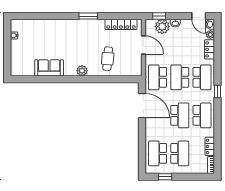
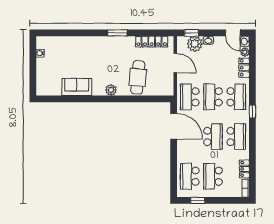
cafe table: (108, 59) -> (138, 77), width x1.37, depth x1.35
school desk: (180, 153) -> (213, 176), turned 180

